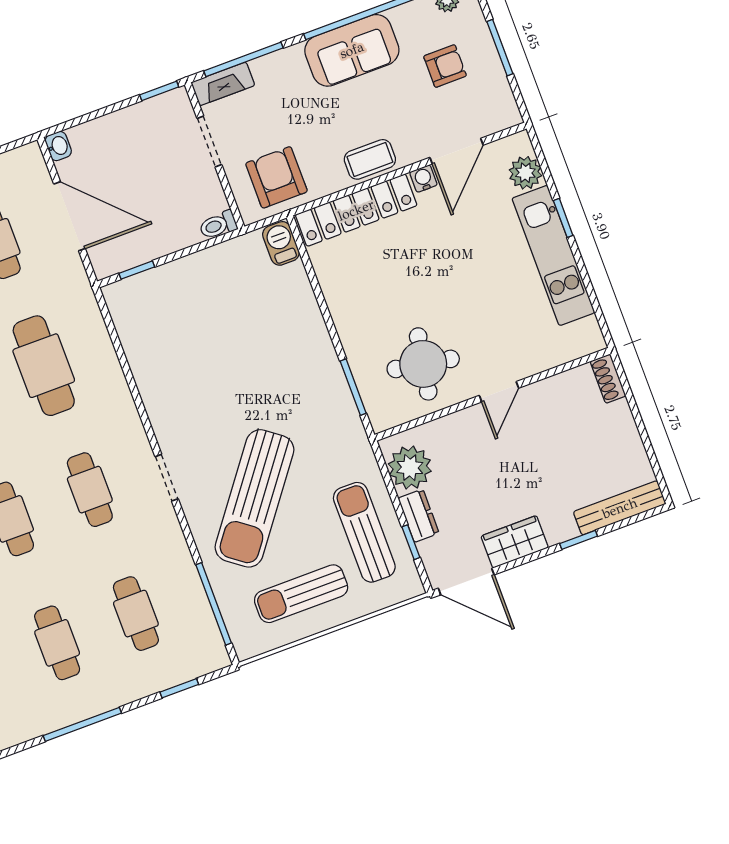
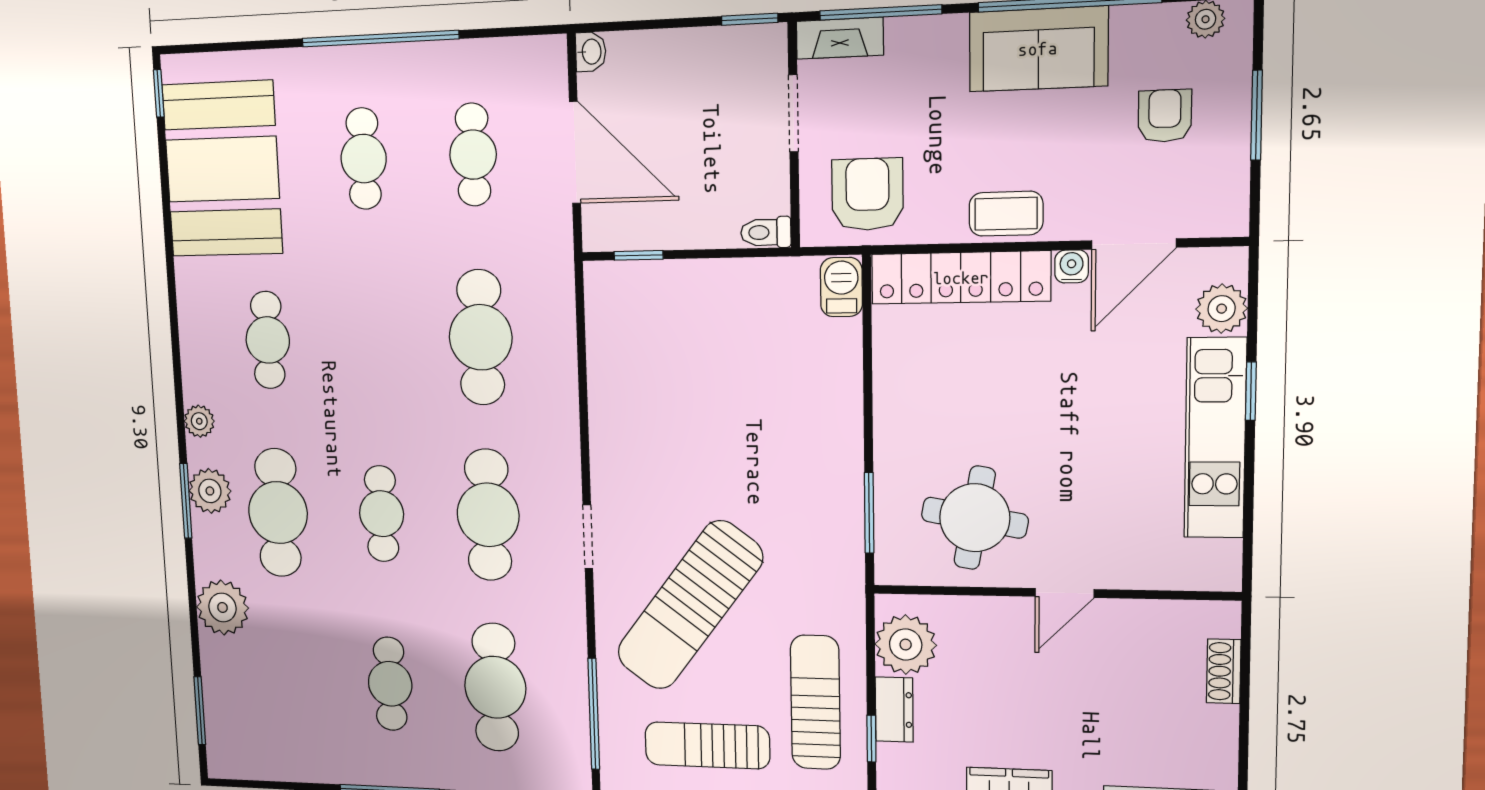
armchair: (445, 66) -> (1165, 116), turned -90
shoe rack: (608, 379) -> (1224, 671), moved
cafe table: (90, 490) -> (488, 515), width x1.37, depth x1.35
cafe table: (136, 614) -> (495, 687), width x1.37, depth x1.35

